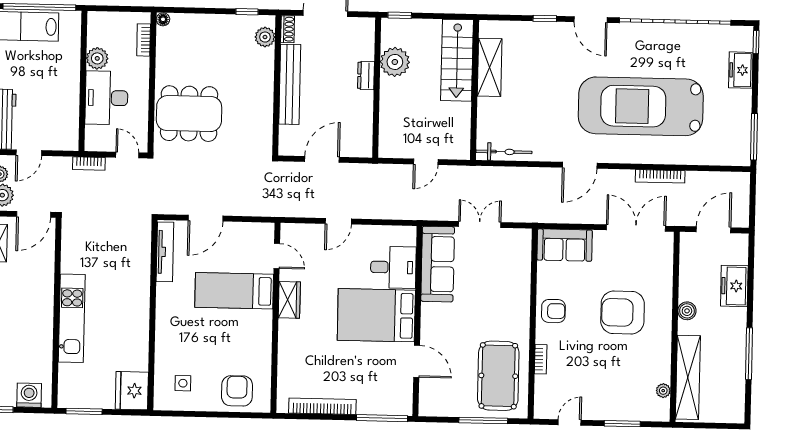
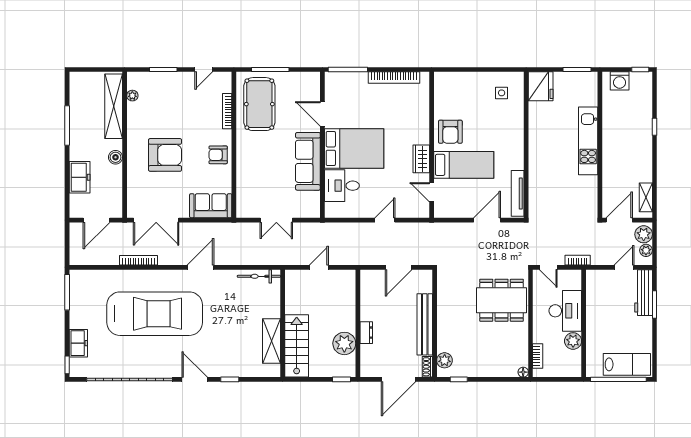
sofa: (438, 264) -> (308, 161), moved
bookcase: (541, 359) -> (227, 111), width x1.56
armchair: (237, 391) -> (450, 132), moved

